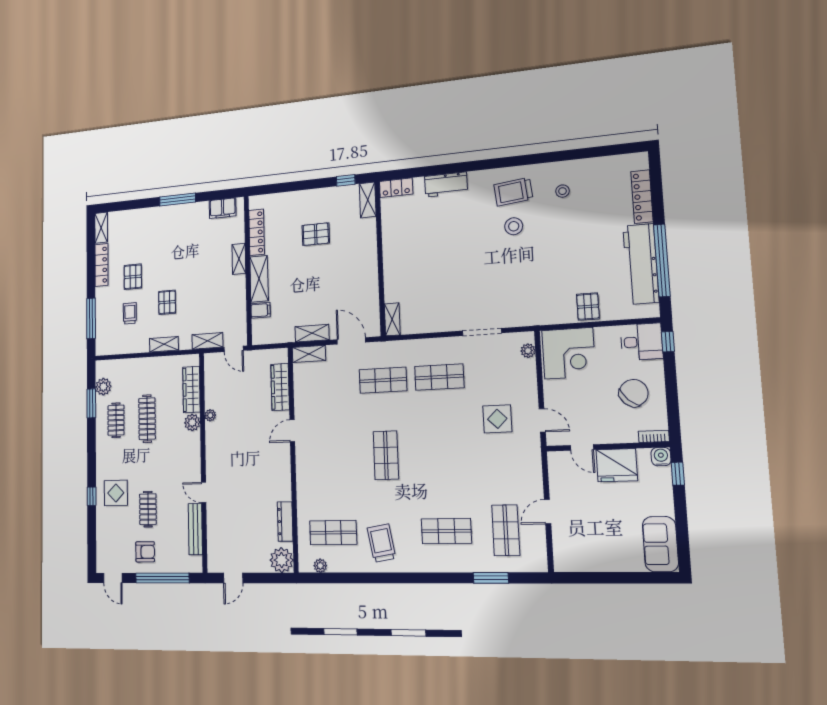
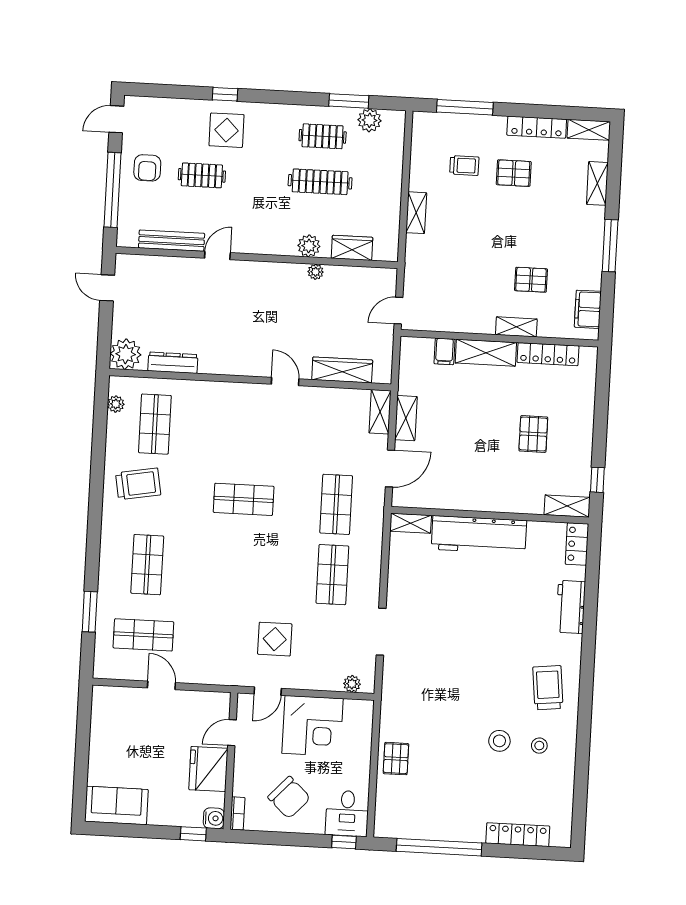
stool: (514, 226) -> (499, 741), moved
workbench: (641, 264) -> (479, 535), moved, turned 180
pallet: (167, 302) -> (531, 280), moved
pallet: (588, 307) -> (396, 759), turned 90
shelving: (207, 341) -> (597, 183), moved
corner desk: (569, 353) -> (313, 726), moved, turned -90
wardrobe: (191, 389) -> (352, 248), width x0.67

